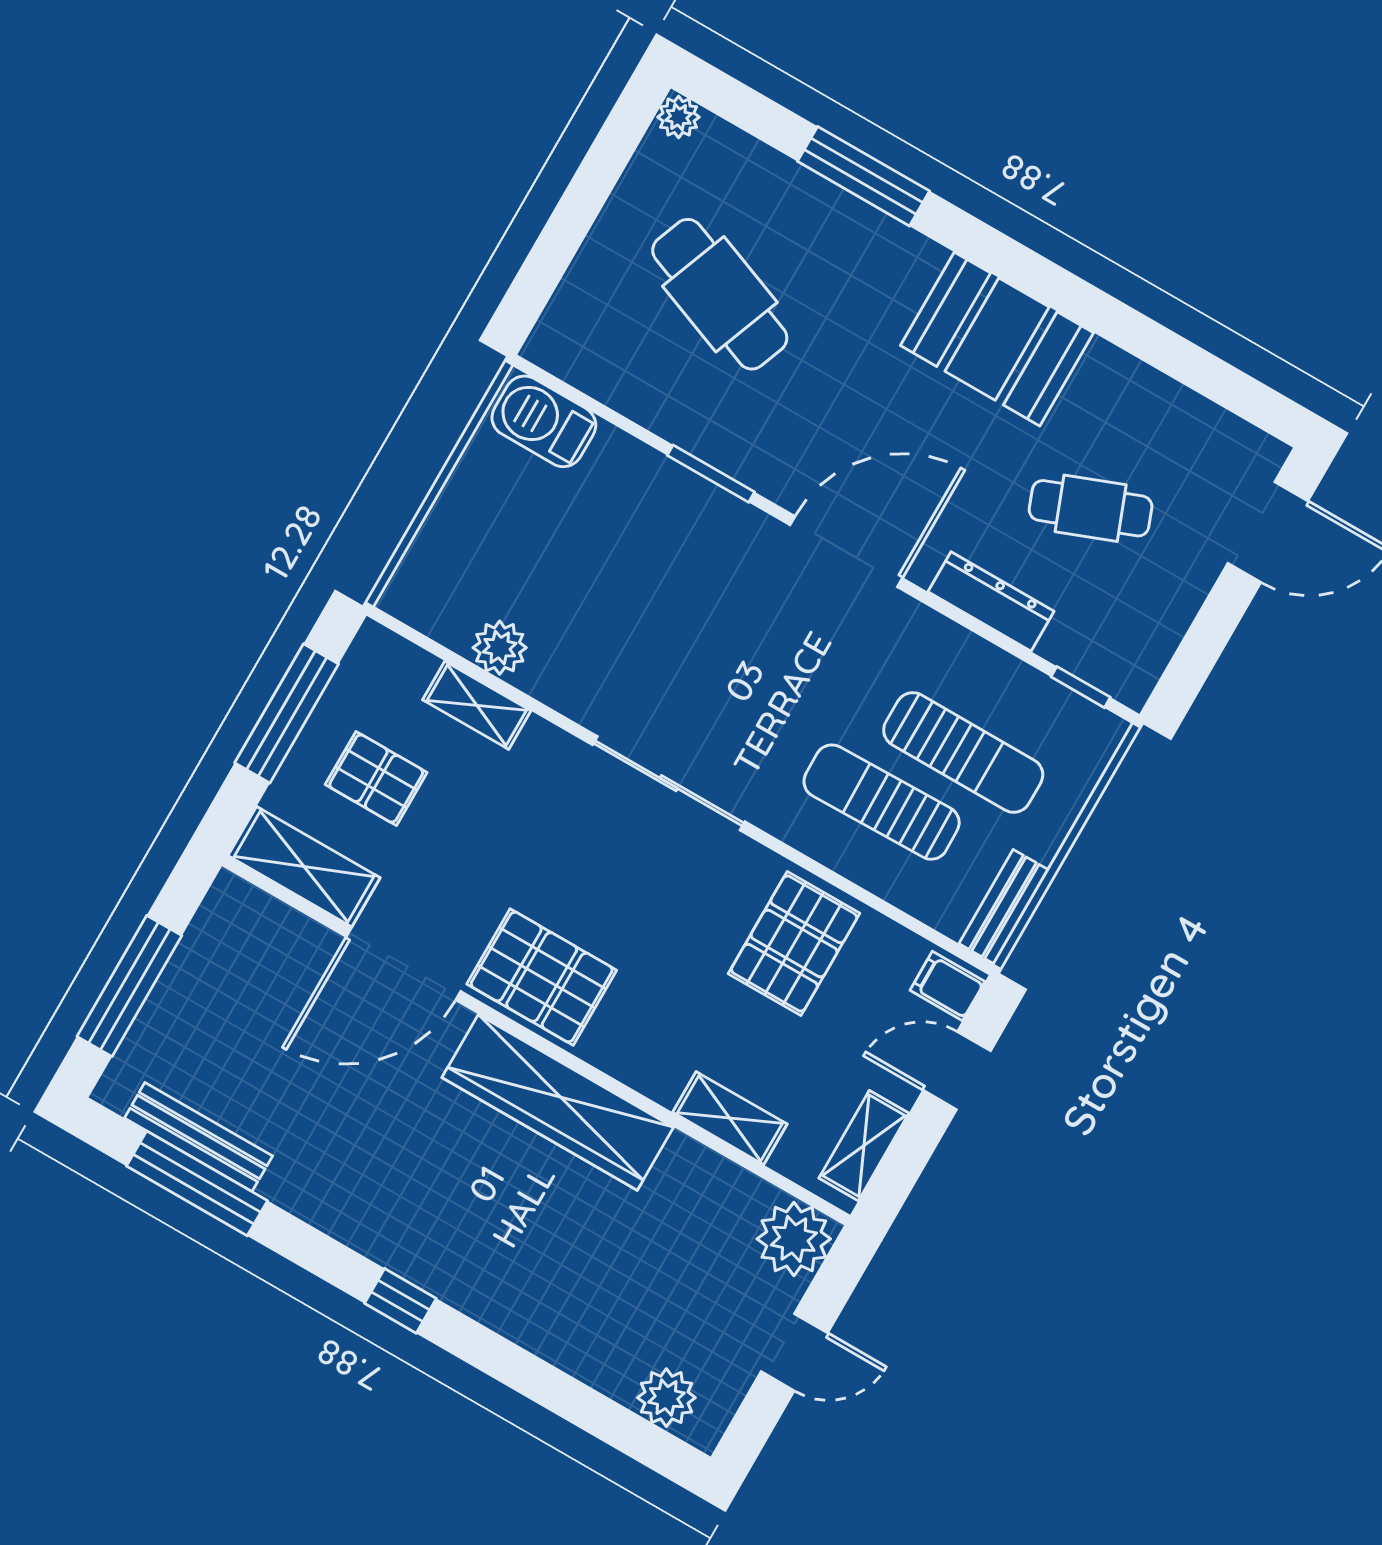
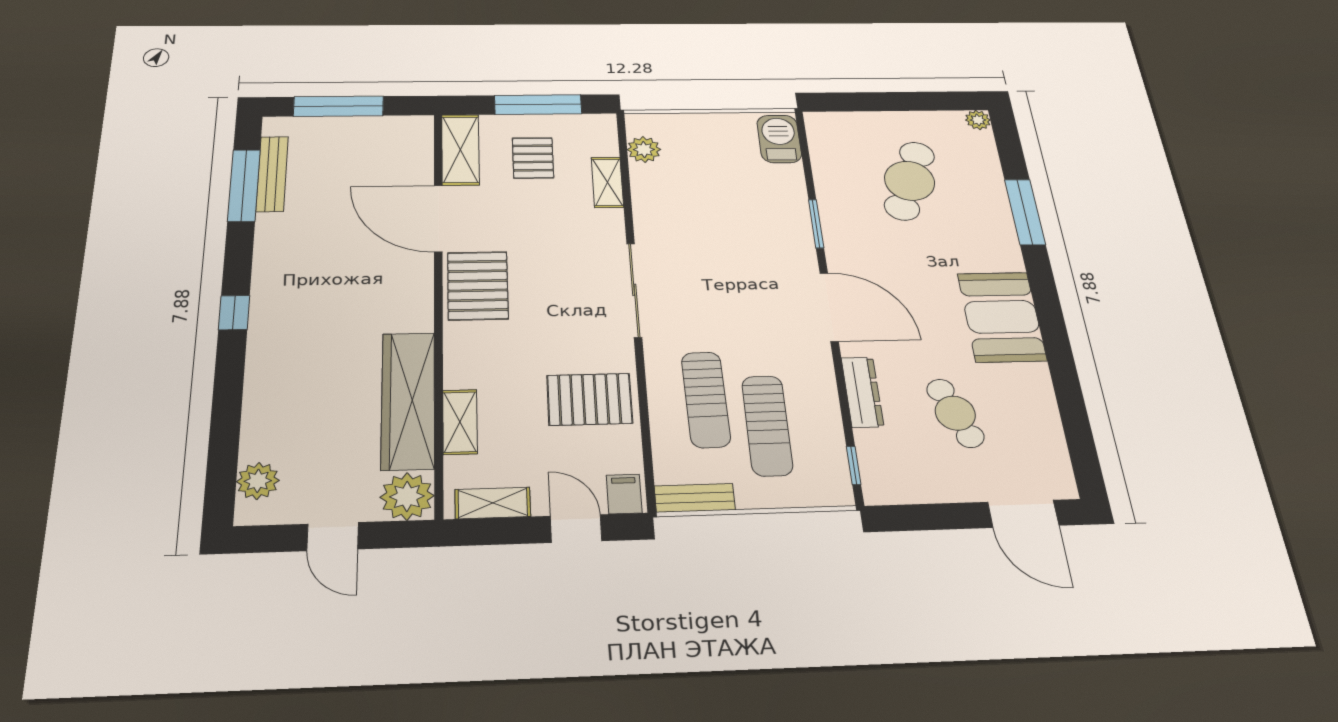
plant: (500, 648) -> (644, 150), moved
sun lounger: (882, 802) -> (706, 399), turned 180
wardrobe: (558, 1102) -> (408, 400), moved

